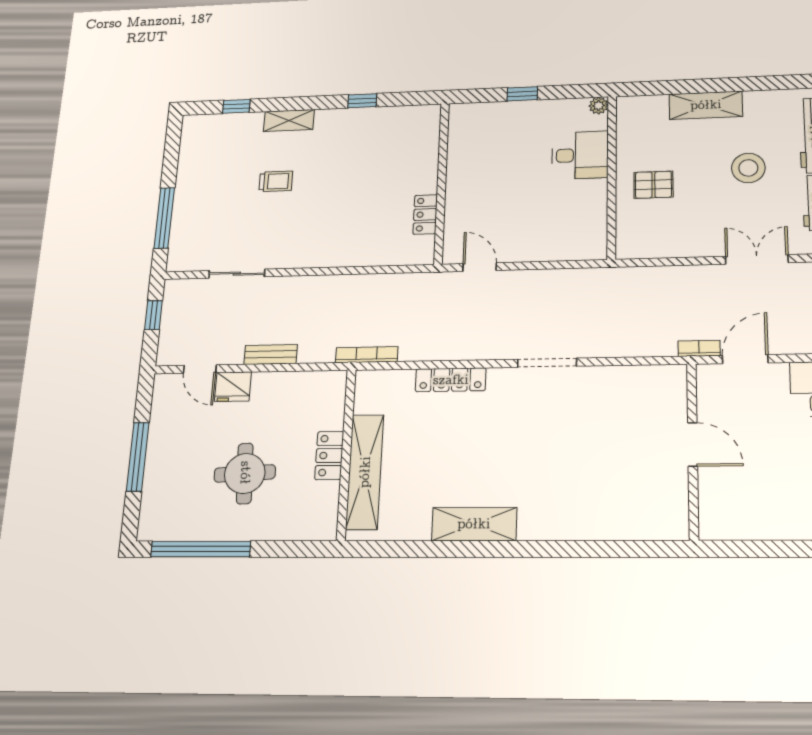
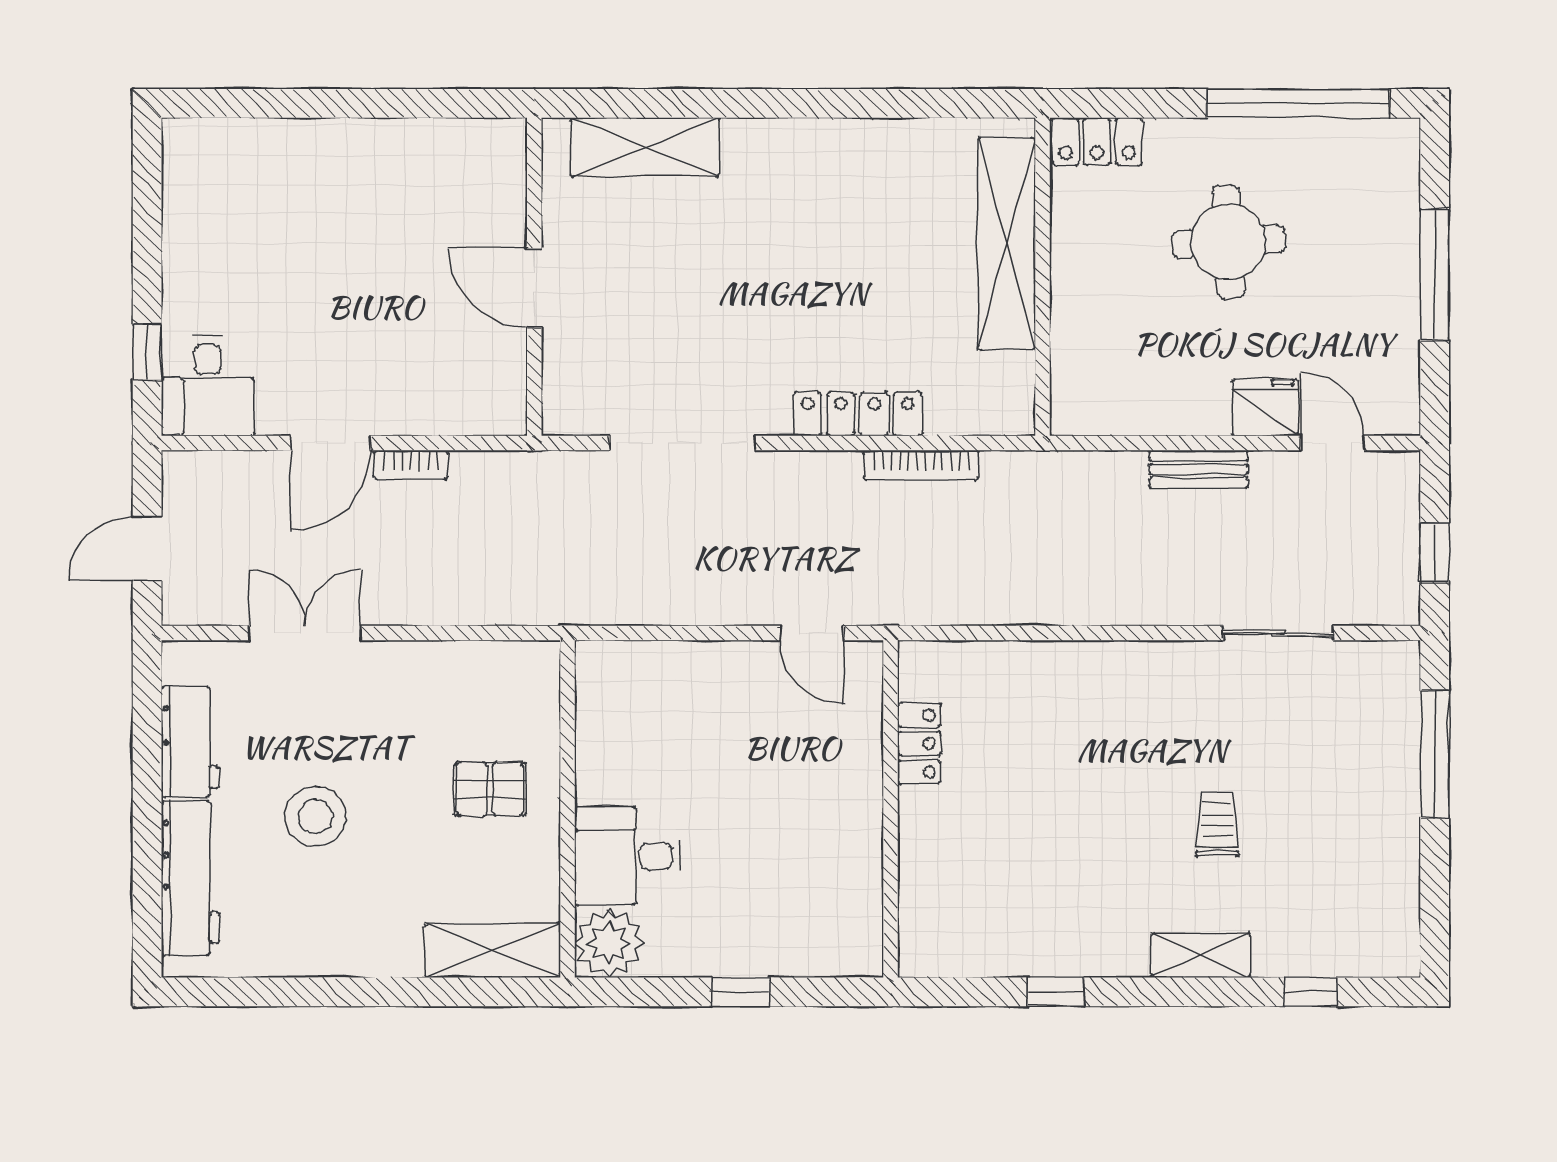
shelving: (706, 105) -> (493, 950), moved
plant: (599, 106) -> (609, 943), width x1.87, depth x1.87
trolley: (276, 181) -> (1217, 824), turned 90
double door: (757, 259) -> (305, 633), swing flipped
bookcase: (367, 355) -> (921, 465), moved
doorway: (547, 363) -> (683, 443), width x1.36
door: (693, 444) -> (534, 288), moved
wall: (693, 451) -> (534, 277), moved
locker: (329, 456) -> (1097, 142), moved, turned 90
shelving: (474, 524) -> (645, 147), moved

